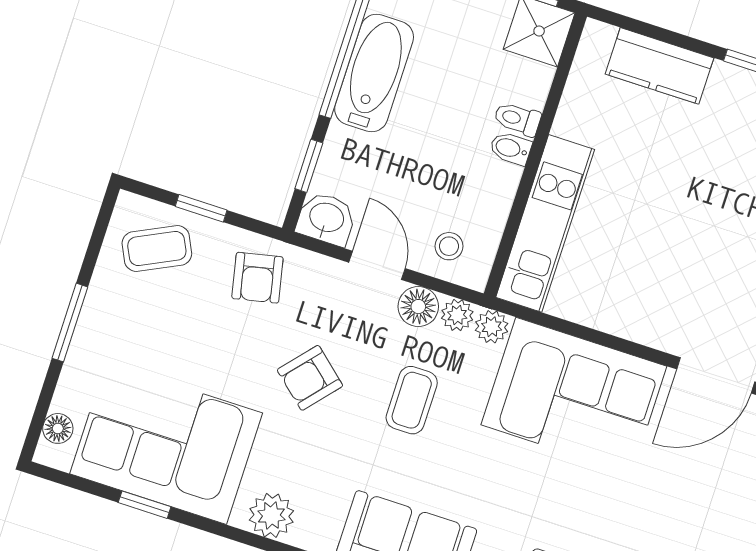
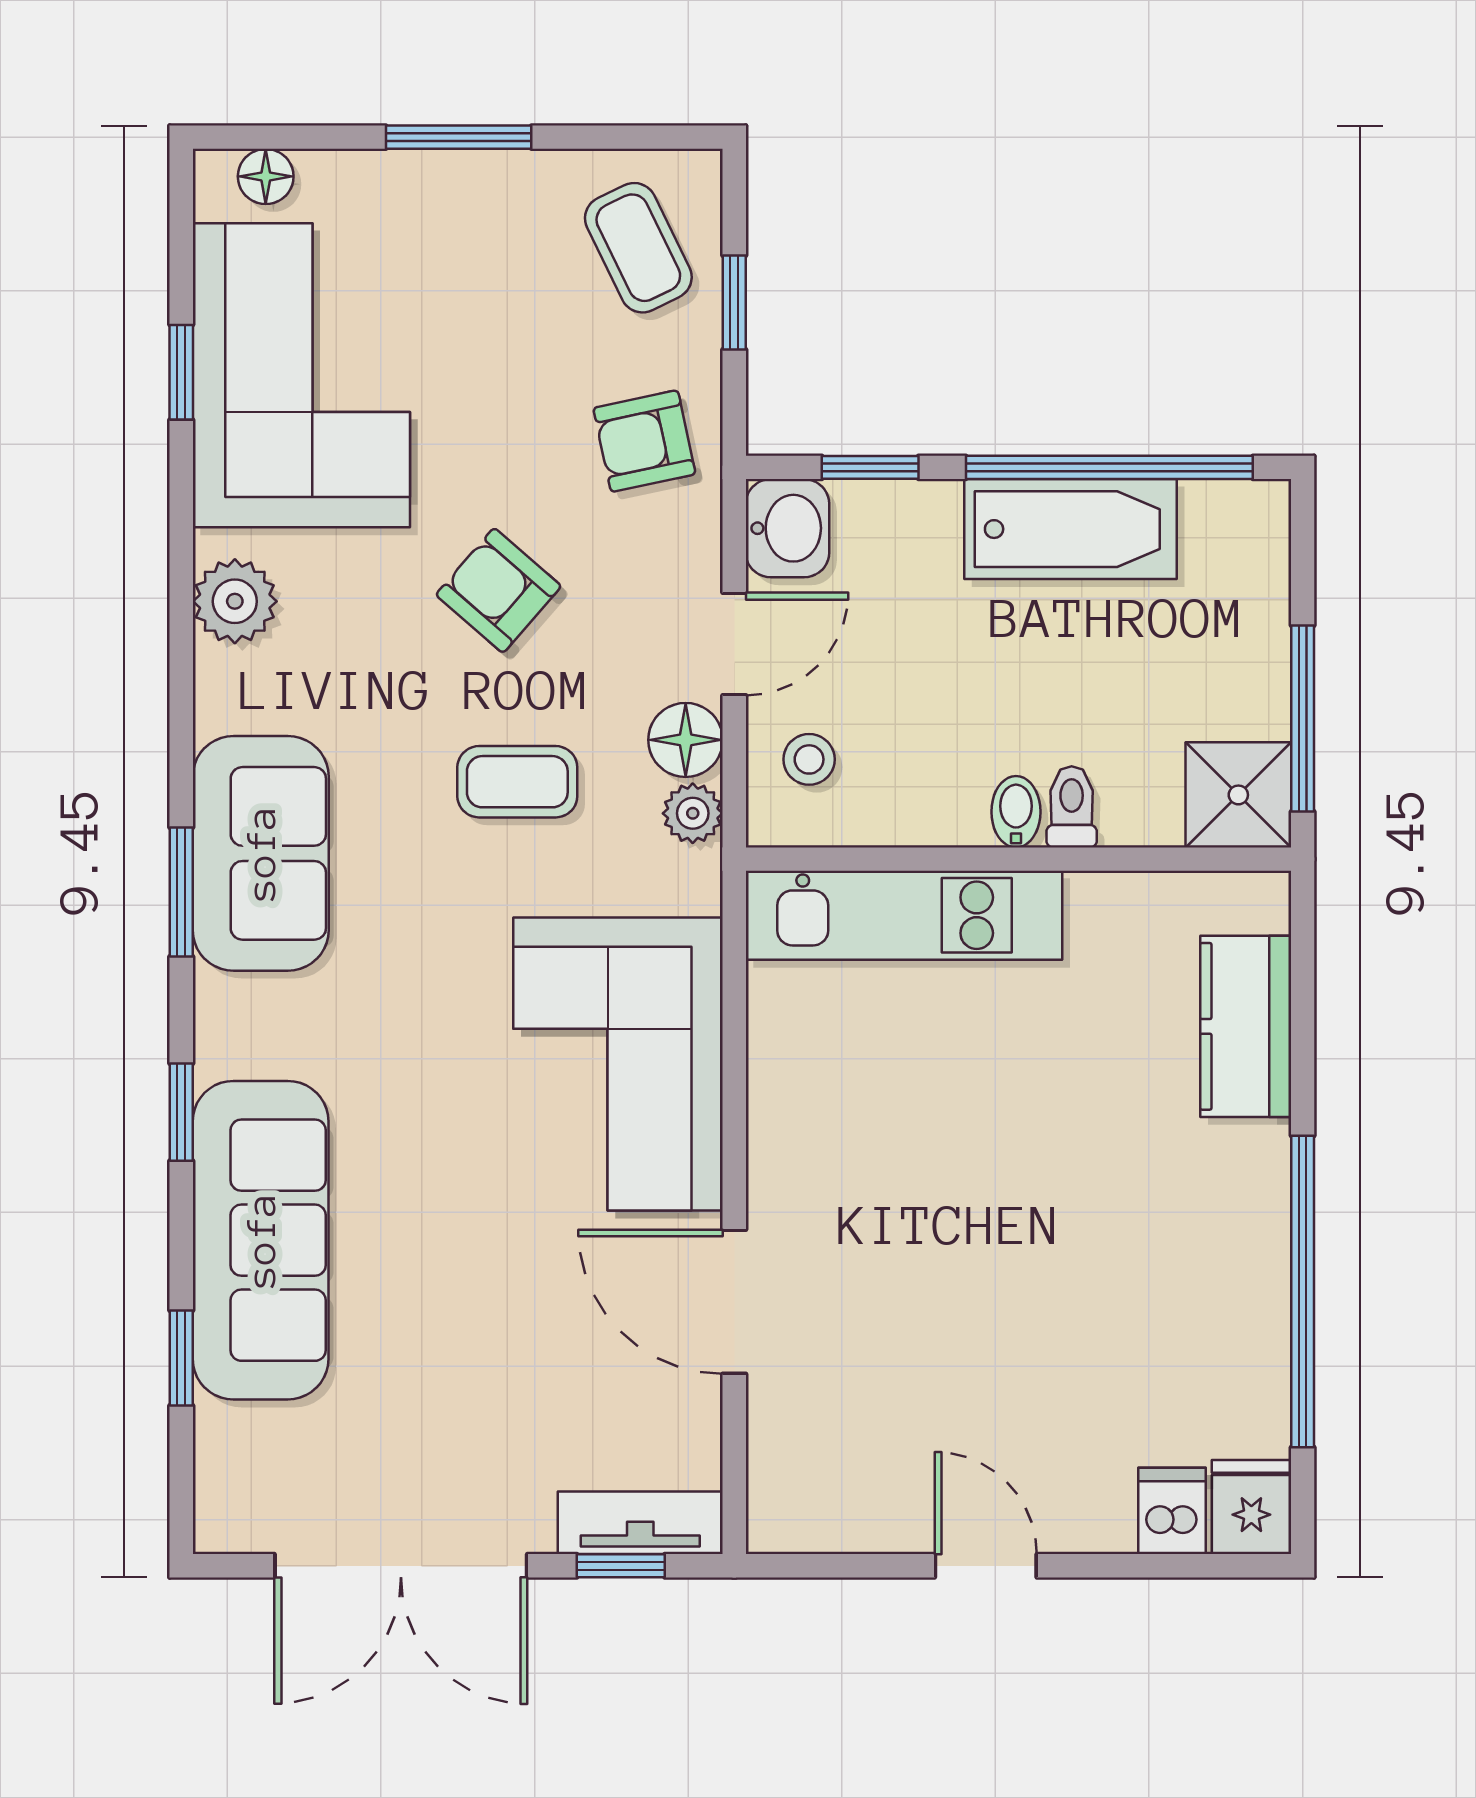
plant: (492, 327) -> (692, 880), removed

